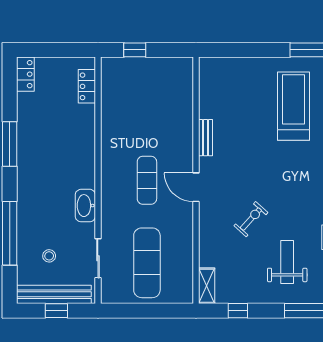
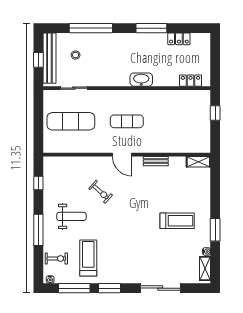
locker: (25, 74) -> (179, 39), moved
treadmill: (293, 106) -> (177, 221), width x0.73, depth x0.73
door: (196, 187) -> (122, 155), swing flipped
washbasin: (85, 206) -> (141, 80), moved
shelving: (207, 286) -> (198, 162), moved

